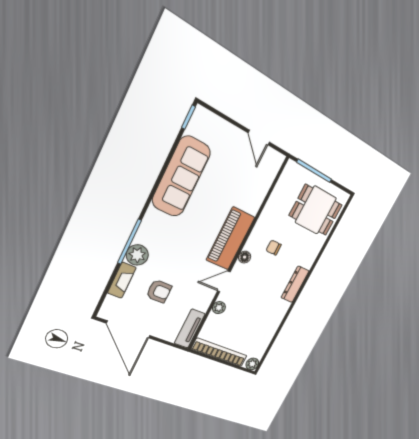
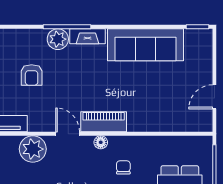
piano: (230, 239) -> (104, 122), width x0.73, depth x0.75
fireplace: (122, 280) -> (87, 36), moved
plant: (219, 308) -> (33, 149), width x1.88, depth x1.88

